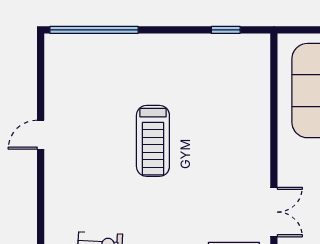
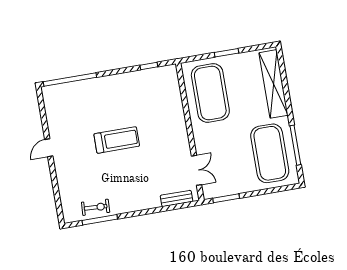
treadmill: (153, 141) -> (117, 140), turned -90

